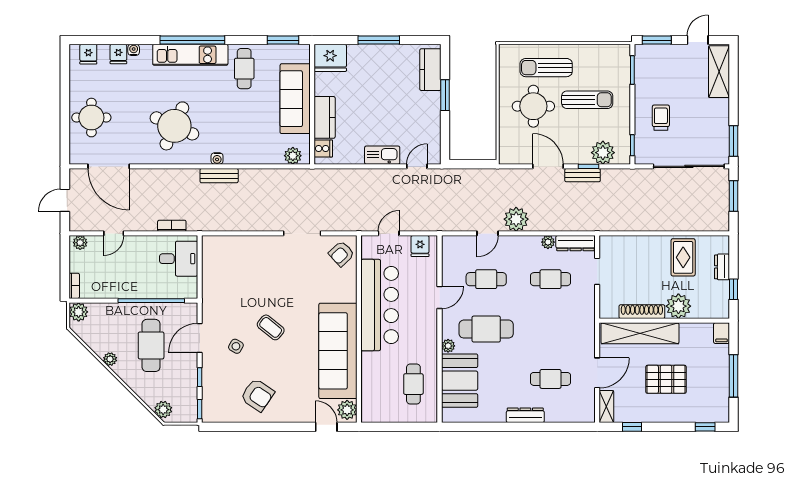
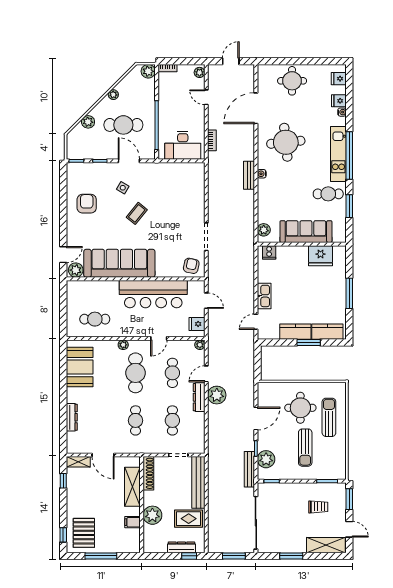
window: (283, 40) -> (349, 206), moved
fridge: (330, 58) -> (321, 256), moved, turned -90
kitchen counter: (325, 117) -> (295, 332), moved, turned 180
trolley: (661, 118) -> (318, 507), moved
round table: (174, 126) -> (286, 142), turned -30
window: (734, 141) -> (291, 556), moved
door: (109, 166) -> (256, 108), moved
door: (417, 166) -> (256, 322), swing flipped
bench: (583, 175) -> (249, 469), moved, width x1.36
door: (65, 200) -> (231, 61), hinge flipped
door: (488, 233) -> (206, 374), hinge flipped
plant: (548, 242) -> (200, 345), moved
dresser: (576, 243) -> (199, 397), moved
bench: (634, 244) -> (198, 482), added
armchair: (341, 254) -> (191, 266), turned 55
desk: (179, 259) -> (183, 145), width x1.37
dresser: (722, 267) -> (181, 547), width x1.44
window: (734, 289) -> (189, 556), moved
door: (439, 298) -> (159, 338), hinge flipped
shoe rack: (642, 312) -> (148, 473), moved
shelving: (640, 333) -> (132, 487), width x0.68
filing cabinet: (722, 333) -> (132, 522), moved
cafe table: (550, 379) -> (136, 420), moved
pallet: (666, 379) -> (84, 533), moved
booth: (460, 381) -> (80, 367), moved, turned 90
armchair: (257, 395) -> (87, 204), turned 146
plant: (163, 410) -> (88, 122), moved
dresser: (525, 415) -> (72, 417), moved

